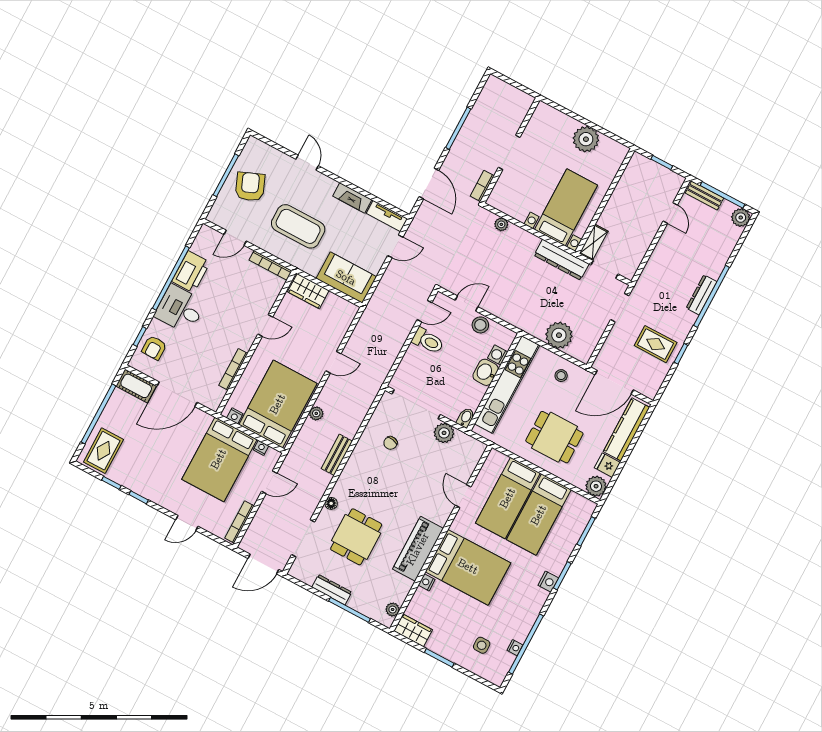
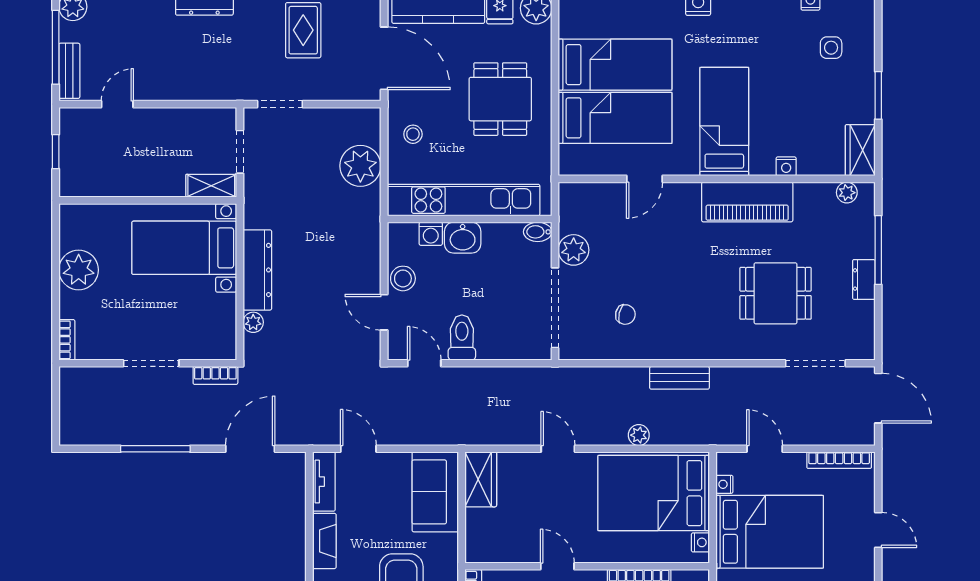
bookcase: (549, 111) -> (67, 340), added
dresser: (562, 260) -> (257, 270), moved
wardrobe: (308, 291) -> (481, 479), moved
floor lamp: (331, 503) -> (749, 351), removed
bed: (468, 567) -> (724, 122), width x0.67
dresser: (332, 590) -> (864, 279), width x0.70

